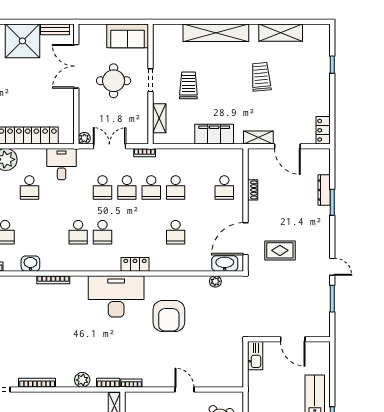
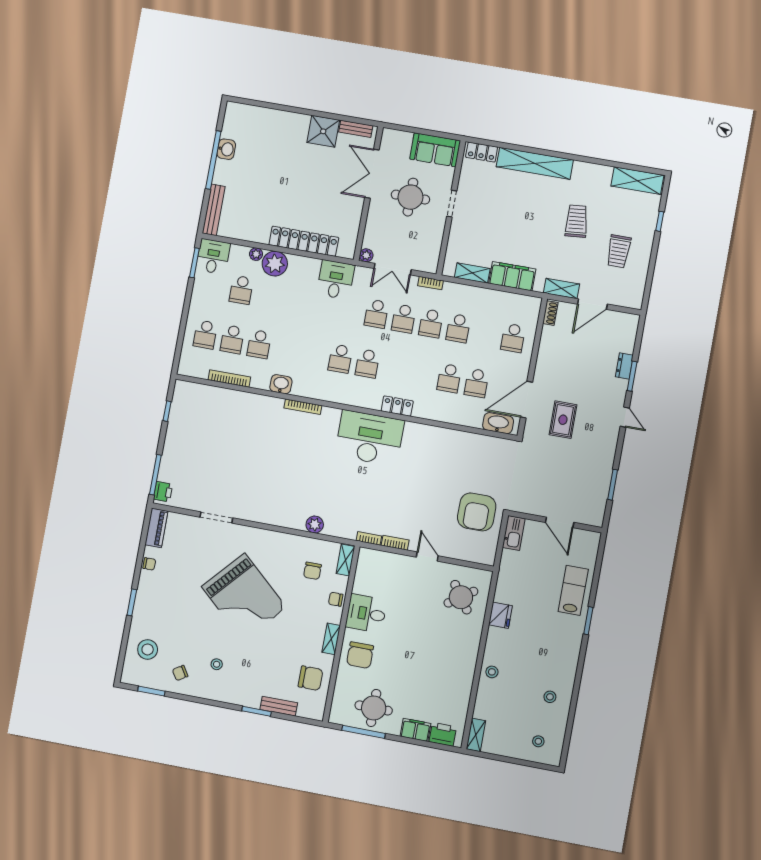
shelving: (281, 33) -> (637, 181), moved
shower: (22, 41) -> (323, 131), width x0.73, depth x0.73
trolley: (188, 85) -> (619, 251), moved, turned 180
shelving: (159, 118) -> (472, 273), moved, turned 90
locker: (323, 130) -> (482, 152), moved, turned -90
double door: (109, 146) -> (393, 269), swing flipped
door: (287, 146) -> (592, 304), hinge flipped
school desk: (29, 188) -> (477, 383), moved
shoe rack: (253, 190) -> (550, 313), moved
dresser: (324, 190) -> (624, 366), width x0.70
rug: (280, 250) -> (563, 420), turned 90
door: (332, 267) -> (625, 417), moved
plant: (215, 281) -> (484, 441), removed
armchair: (169, 316) -> (477, 512), moved
bookcase: (37, 383) -> (264, 518), removed
bookcase: (108, 383) -> (395, 543), moved

